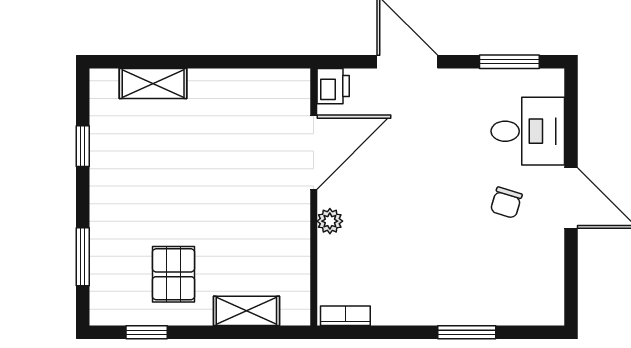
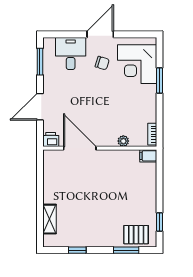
plant: (330, 221) -> (123, 141), moved
pallet: (173, 274) -> (136, 235), moved
corner desk: (504, 282) -> (137, 64), added
filing cabinet: (296, 307) -> (148, 156), added
shelving: (246, 311) -> (150, 178), removed

